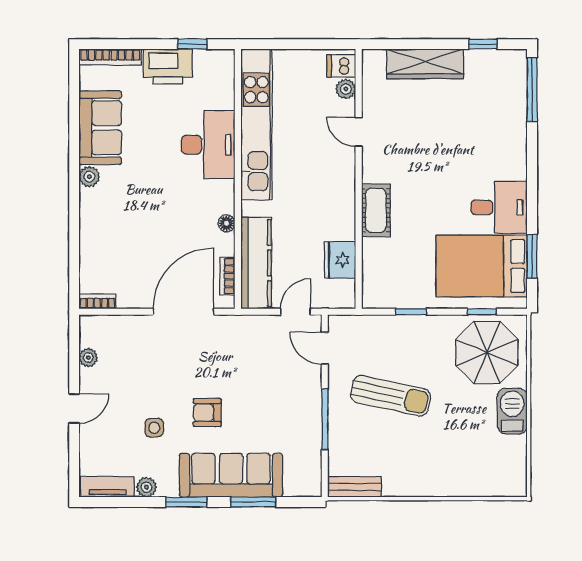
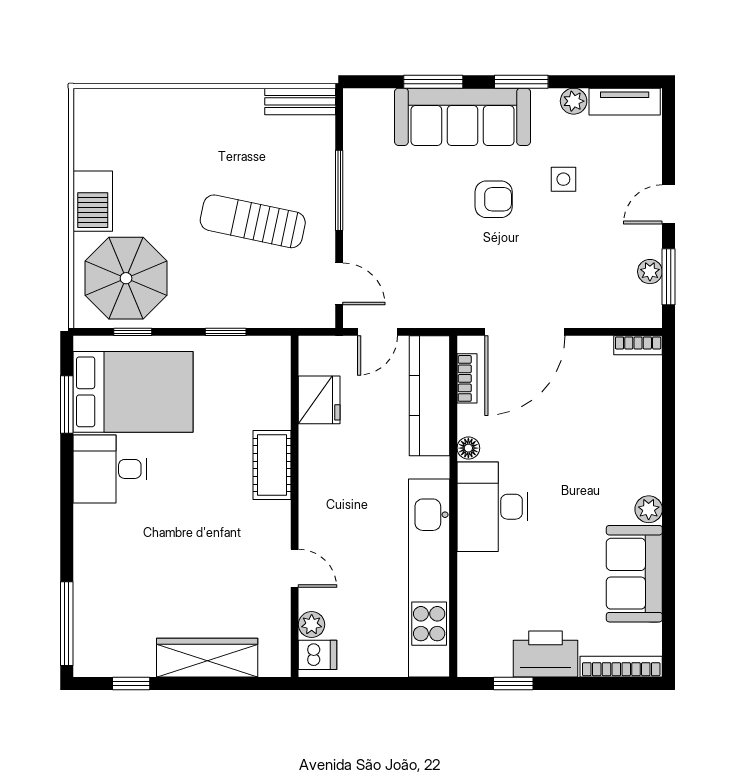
desk: (208, 145) -> (492, 507), moved
window: (74, 354) -> (669, 277), added

